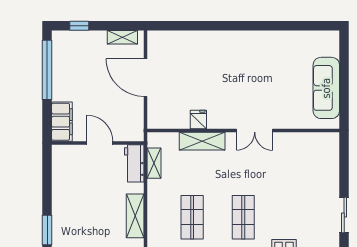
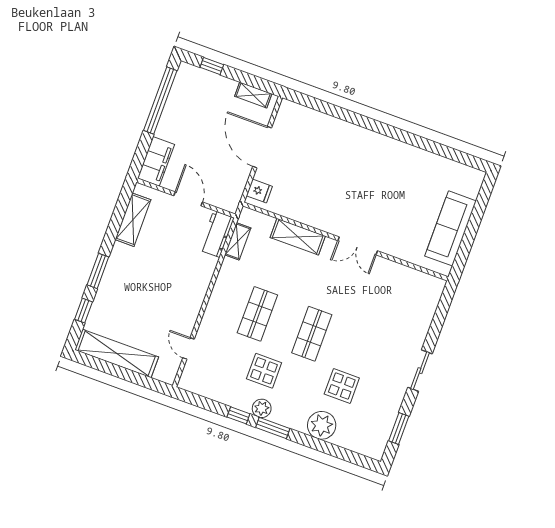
fridge: (198, 120) -> (259, 191), moved, turned 90
shelving: (135, 216) -> (133, 220), moved

